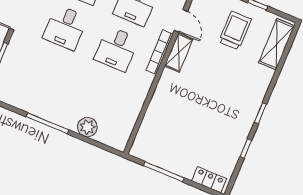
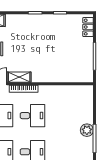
plant: (87, 127) -> (87, 130), moved

